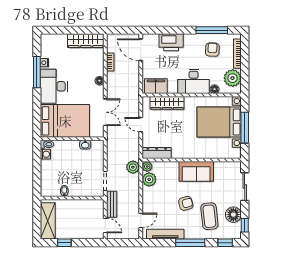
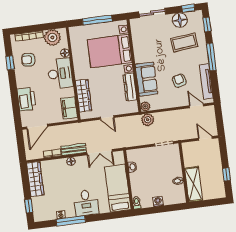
window: (58, 30) -> (29, 206), added
window: (212, 30) -> (10, 63), width x0.46
desk: (54, 86) -> (86, 203), width x0.73
double door: (105, 112) -> (100, 152), swing flipped
bed: (65, 121) -> (118, 188), width x0.67
bed with nightstands: (219, 122) -> (110, 51), moved, turned 90
door: (141, 125) -> (107, 117), hinge flipped
dresser: (157, 153) -> (130, 87), moved
washing machine: (45, 154) -> (158, 201), moved
sofa: (196, 171) -> (146, 79), moved
plant: (149, 179) -> (157, 103), removed
armchair: (186, 203) -> (179, 81), moved
bench: (112, 204) -> (74, 149), moved
shelving: (48, 221) -> (194, 184), moved, turned 90
door: (105, 225) -> (205, 138), hinge flipped

